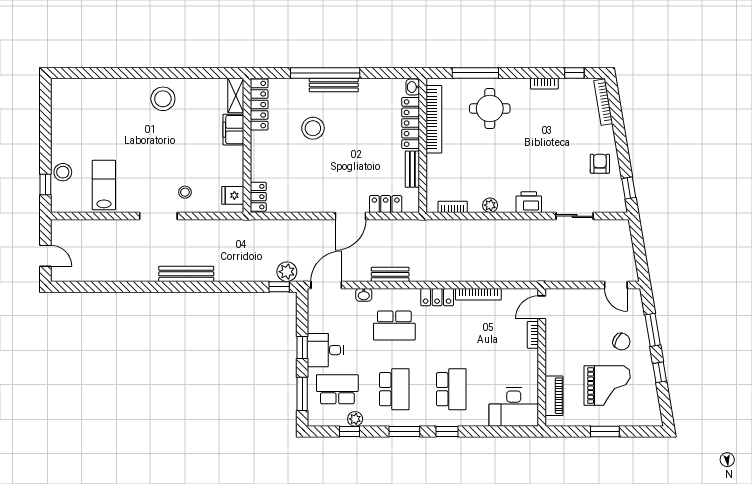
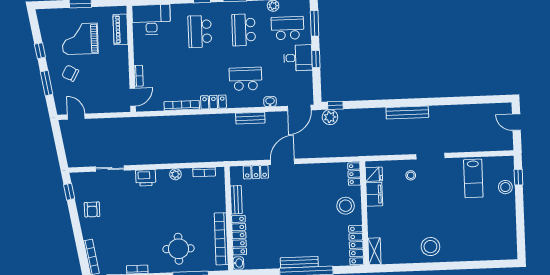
stool: (313, 128) -> (346, 206), moved
filing cabinet: (233, 130) -> (374, 194), moved
school desk: (337, 389) -> (288, 28), turned 180

